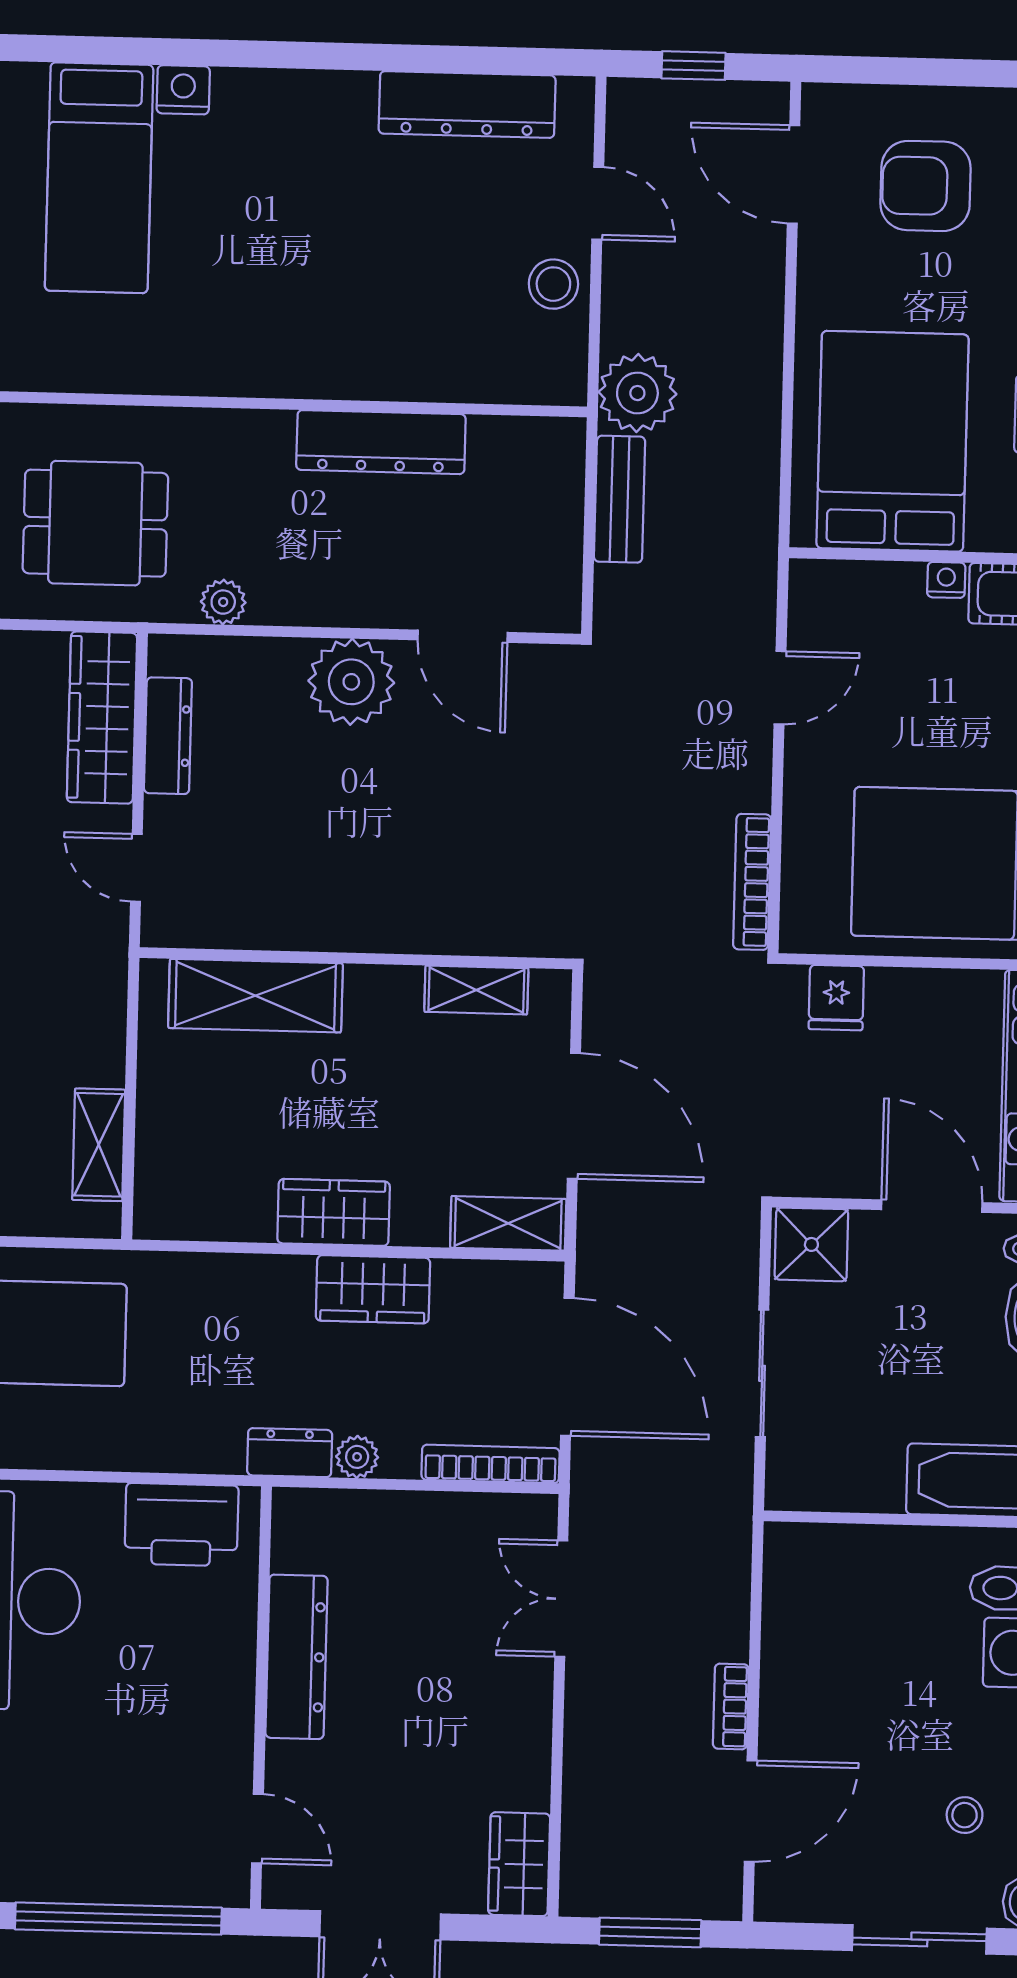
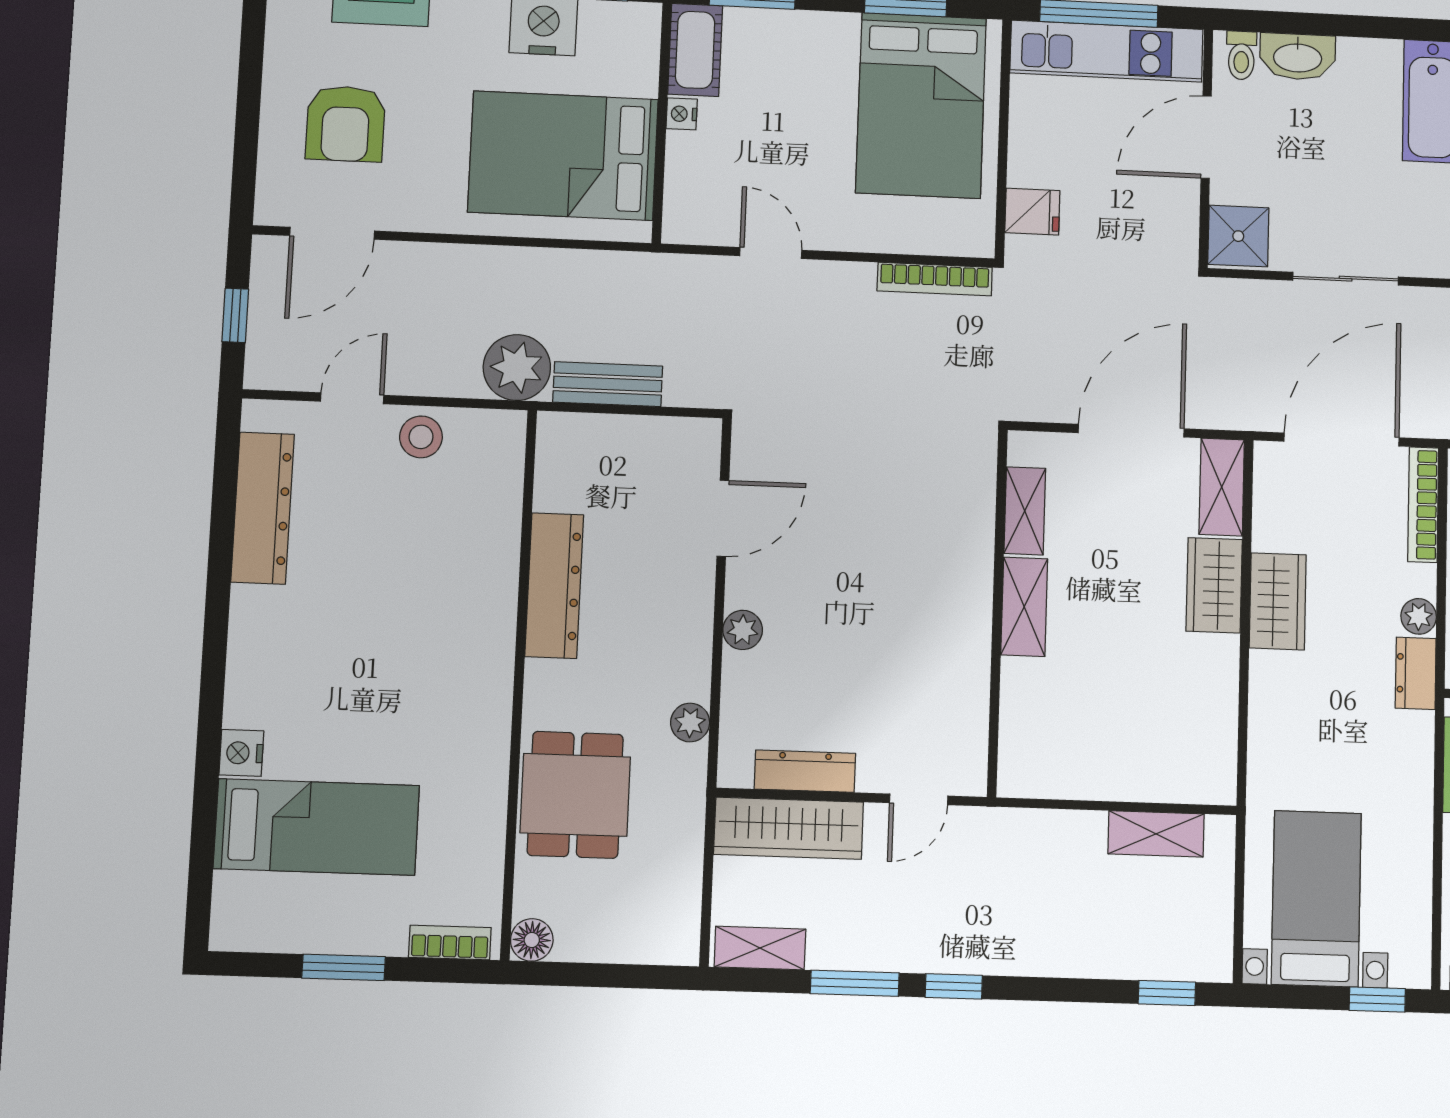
dining table: (95, 523) -> (575, 795), moved
plant: (351, 682) -> (743, 630), width x0.53, depth x0.53
shelving: (255, 996) -> (1024, 607), moved, width x0.67, depth x0.75
wardrobe: (334, 1212) -> (1214, 585), moved

